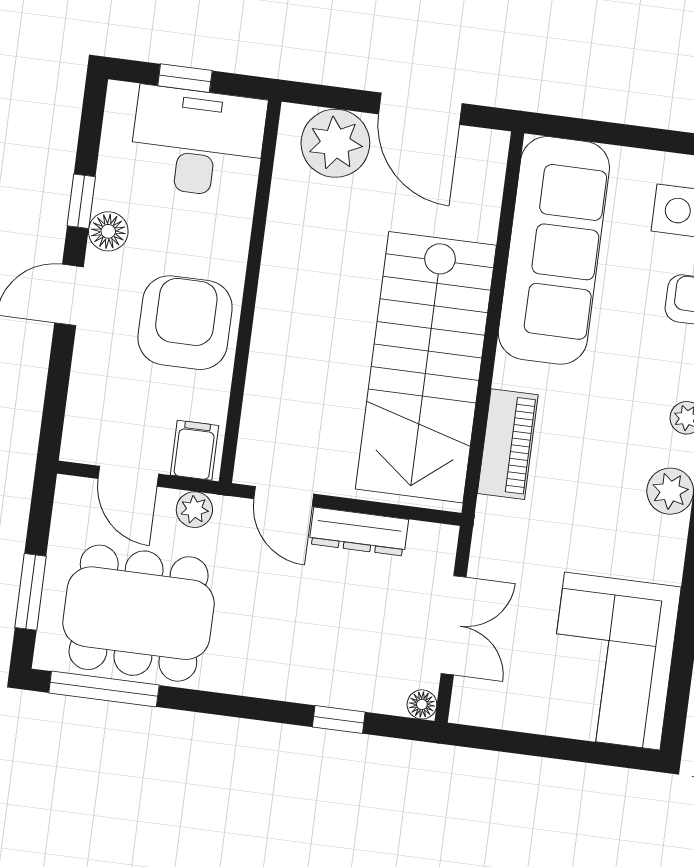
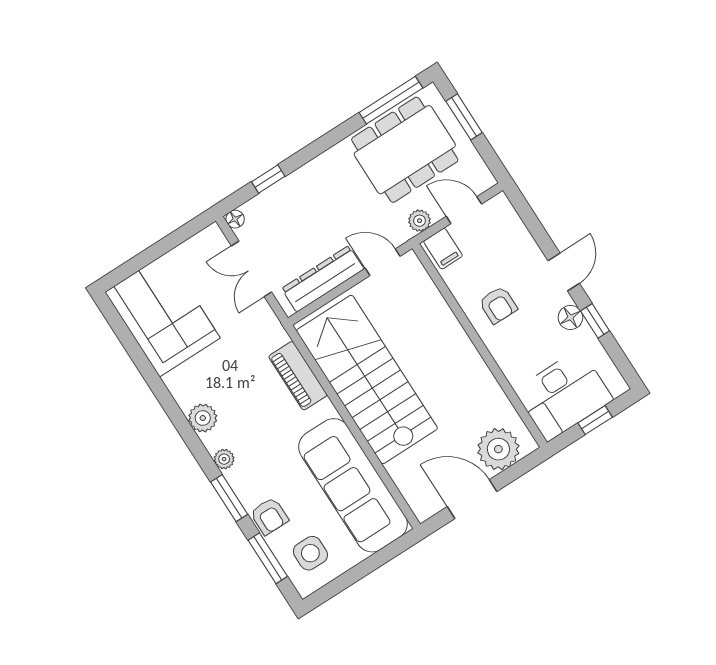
armchair: (185, 323) -> (498, 305), width x0.53, depth x0.53
dresser: (359, 532) -> (323, 279), width x1.37, depth x1.24

